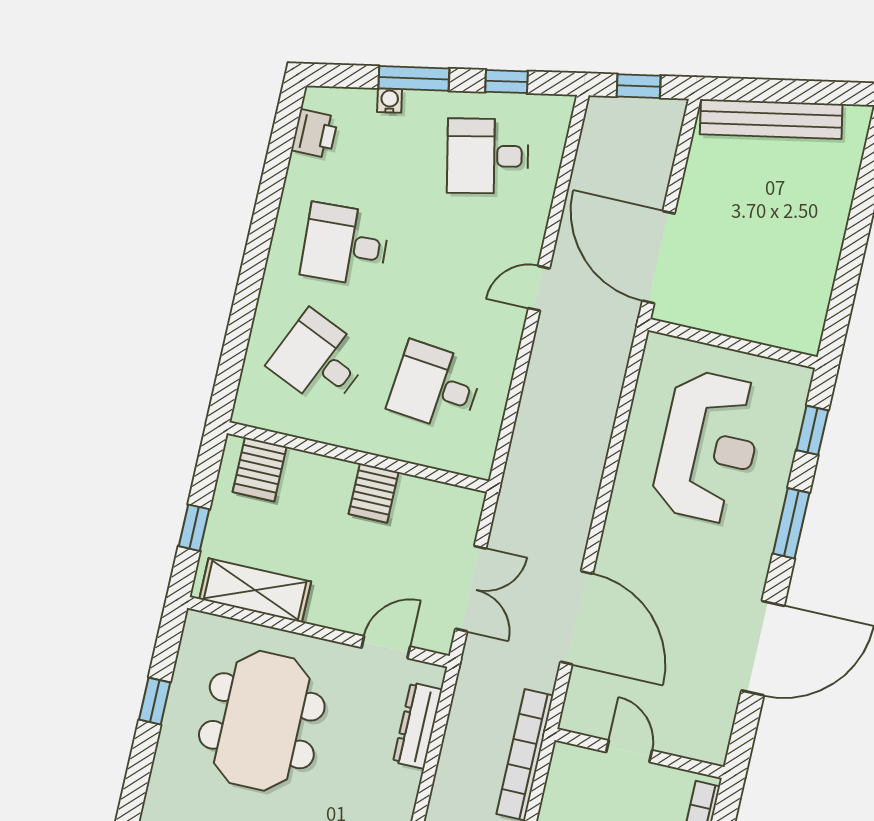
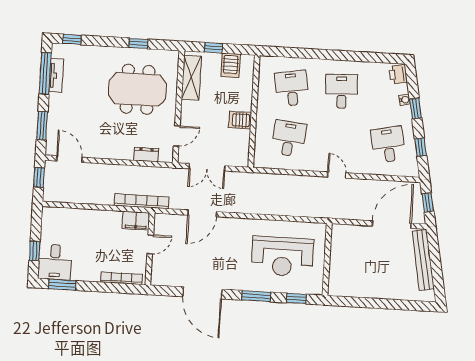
window: (414, 78) -> (415, 108), width x0.67
printer: (315, 134) -> (398, 74), moved, turned 79
door: (659, 257) -> (392, 225), moved
desk: (319, 360) -> (292, 88), turned -33
server rack: (260, 469) -> (231, 65), moved, turned -90
door: (577, 618) -> (202, 213), width x0.73
door: (386, 647) -> (177, 136), hinge flipped
dresser: (418, 726) -> (146, 155), width x0.70
filing cabinet: (568, 775) -> (136, 221), added

